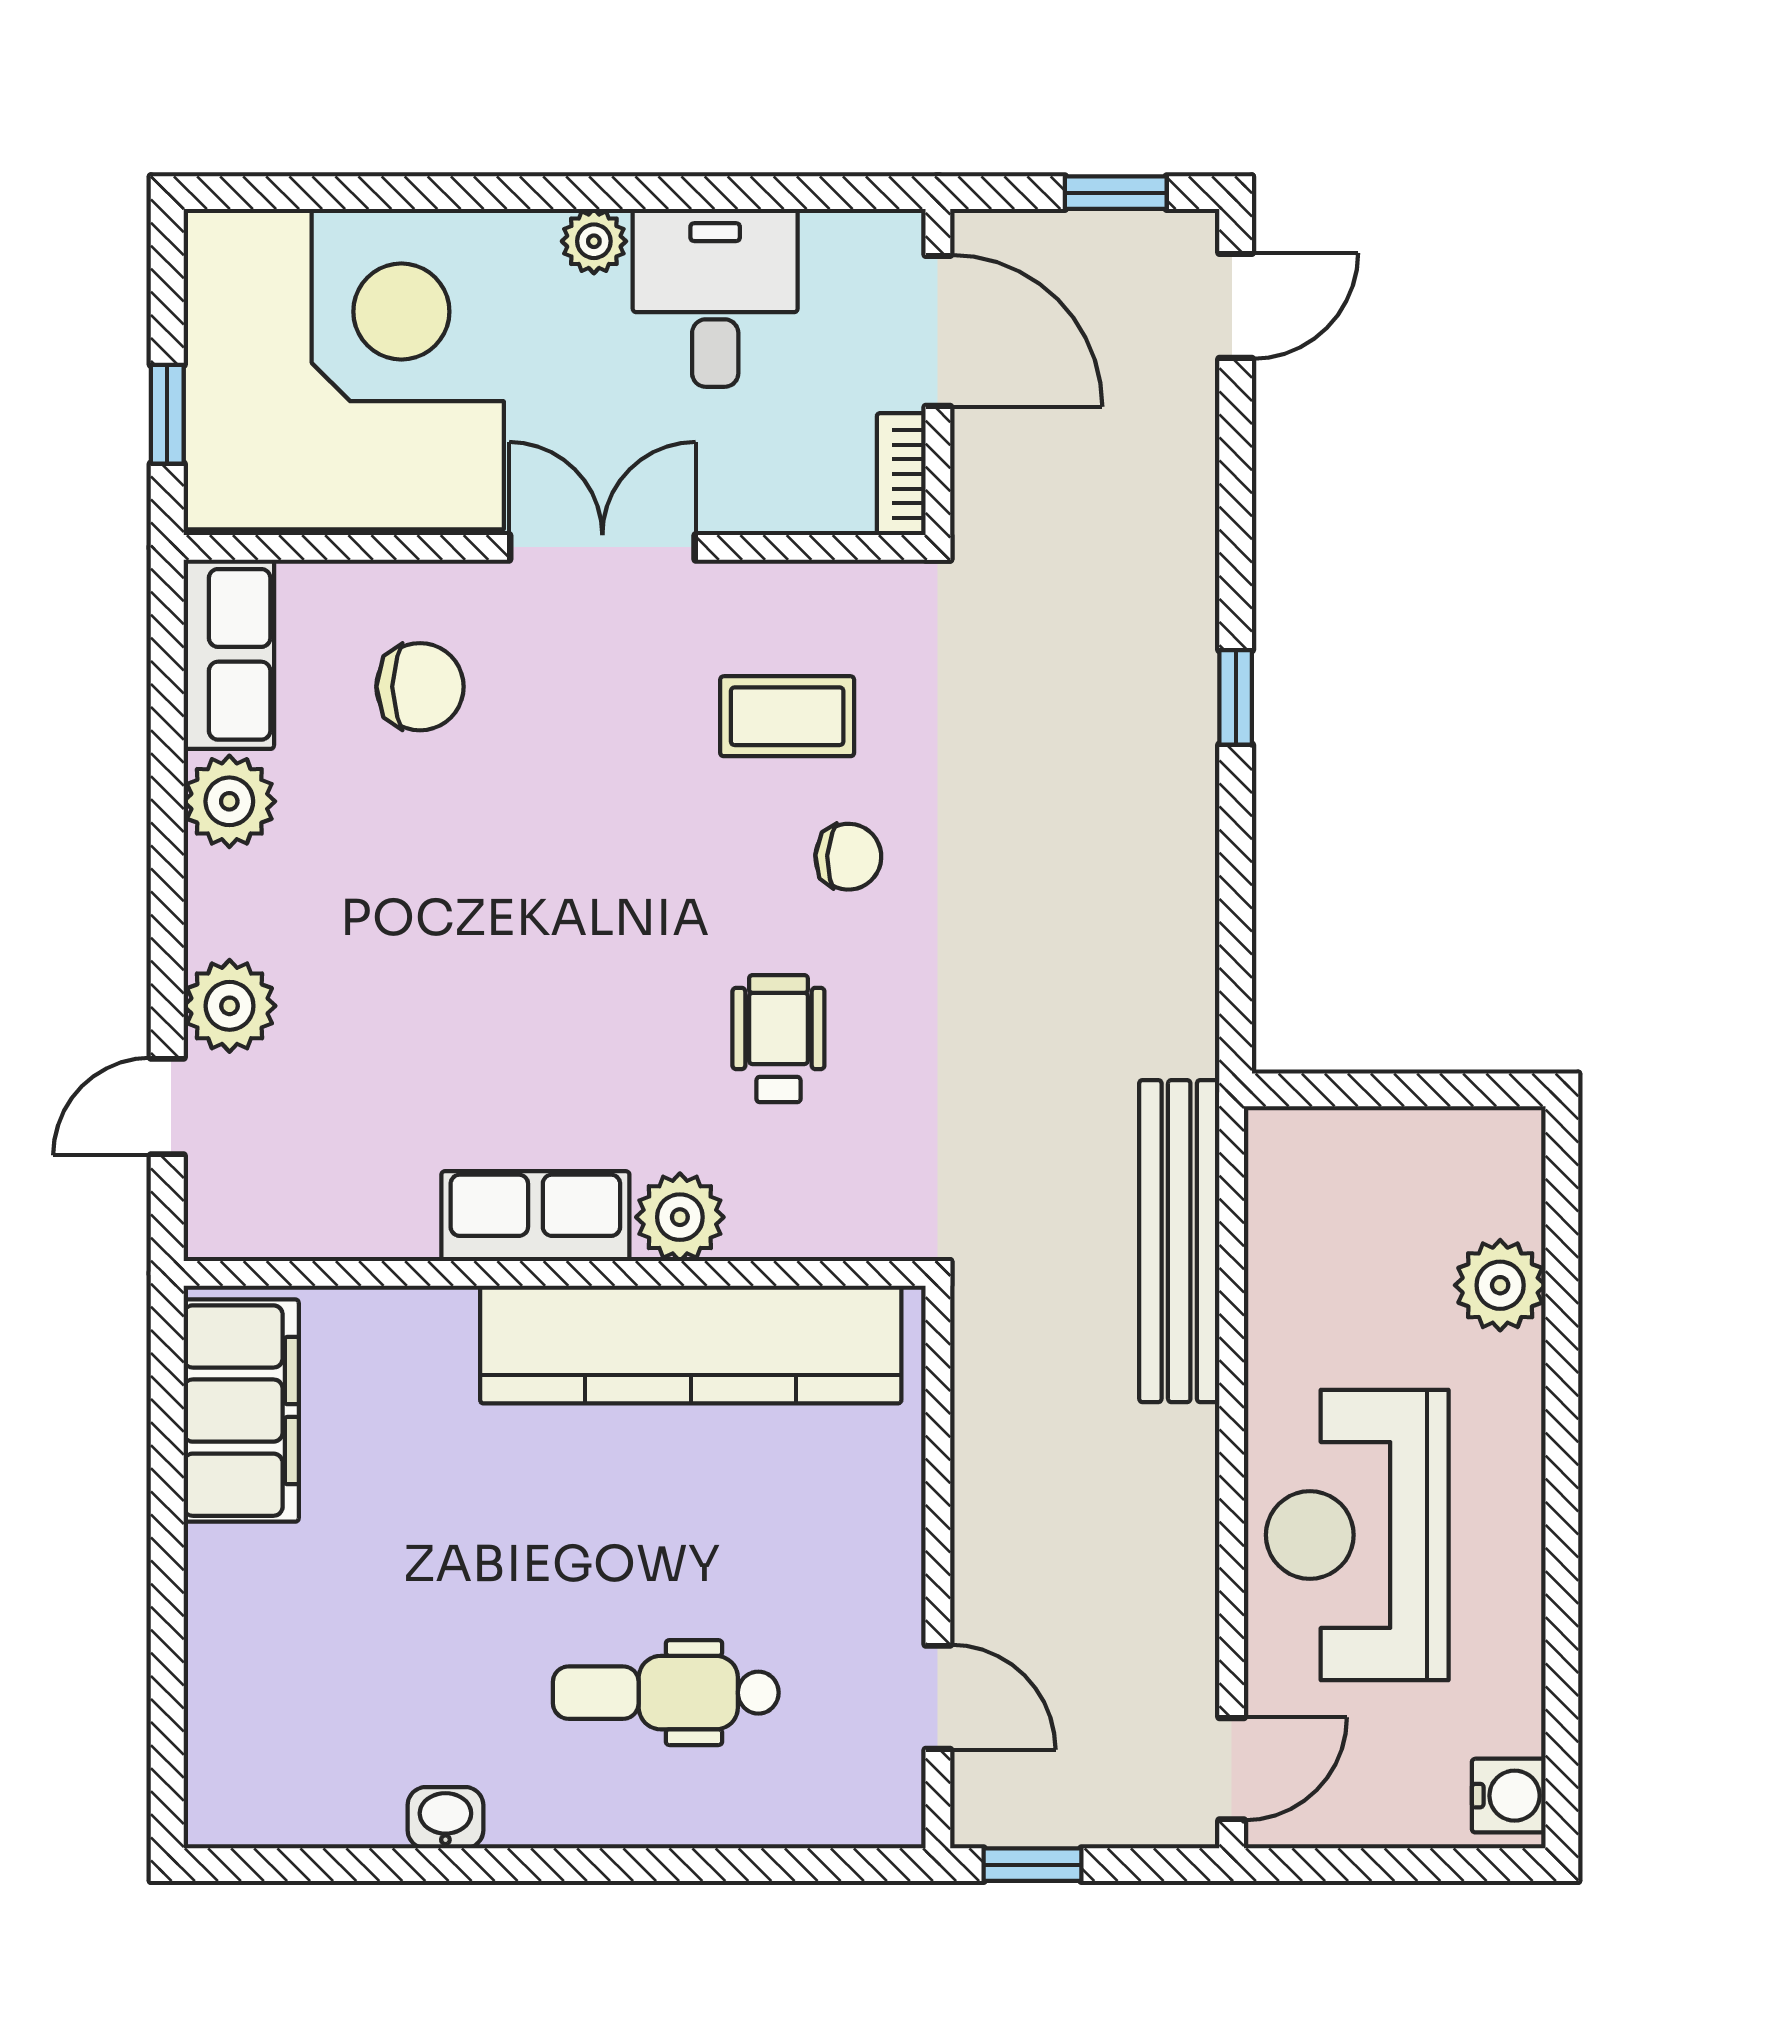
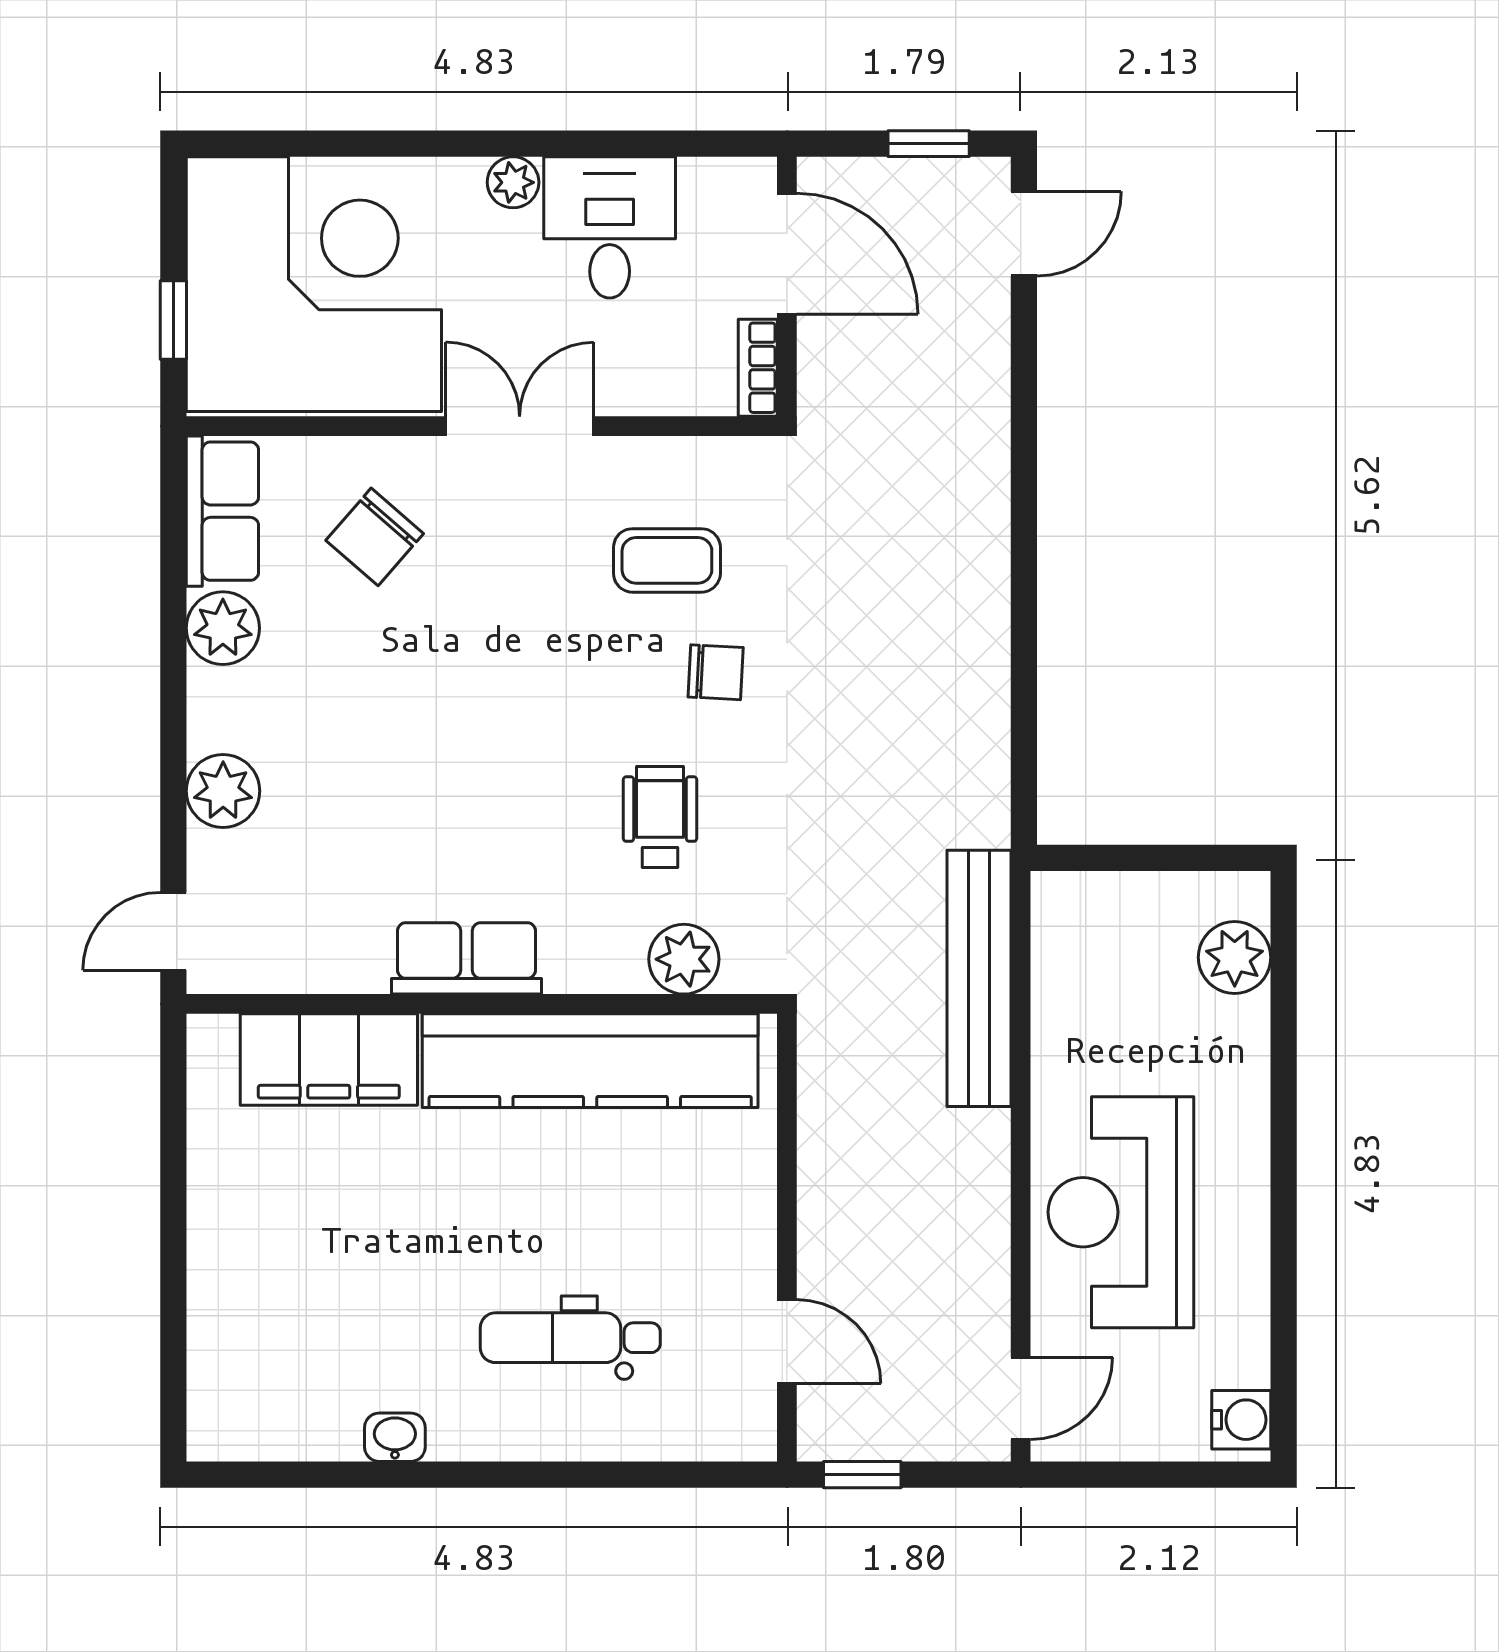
chair: (420, 687) -> (375, 537), turned 131
window: (1236, 697) -> (1024, 545), removed
door: (167, 1106) -> (173, 931), moved
plant: (680, 1217) -> (684, 959), moved
plant: (1500, 1285) -> (1235, 957), moved
filing cabinet: (241, 1411) -> (329, 1060), moved, turned 90

